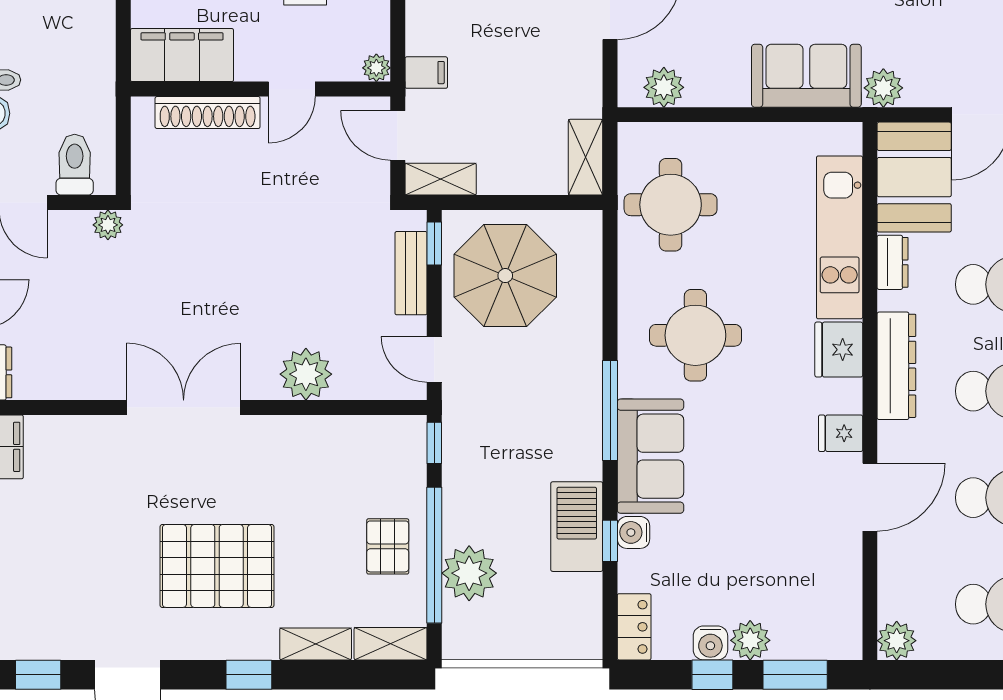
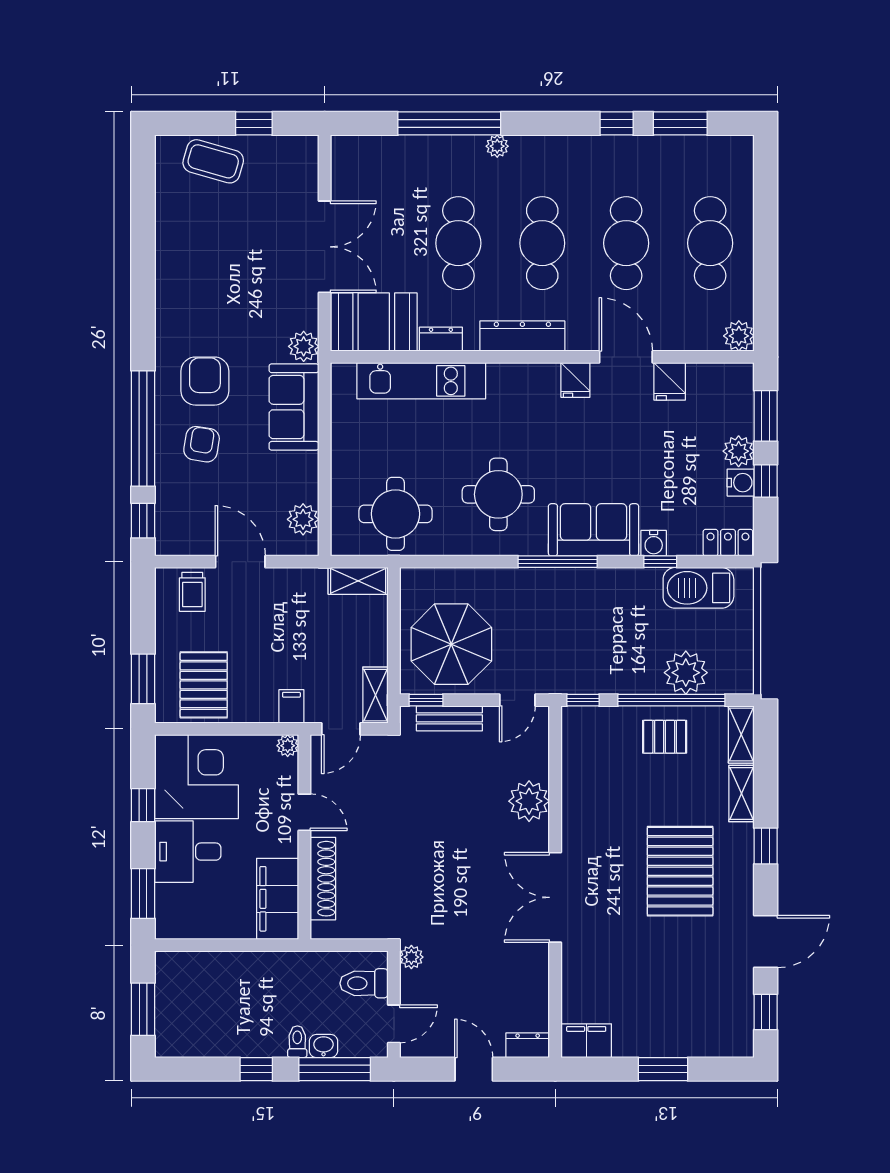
fridge: (839, 350) -> (670, 381), moved, width x0.72
barbecue: (577, 527) -> (698, 588), moved

